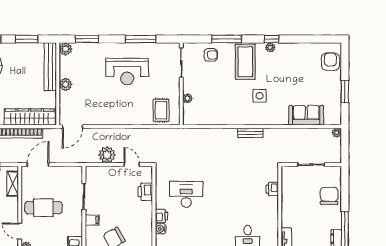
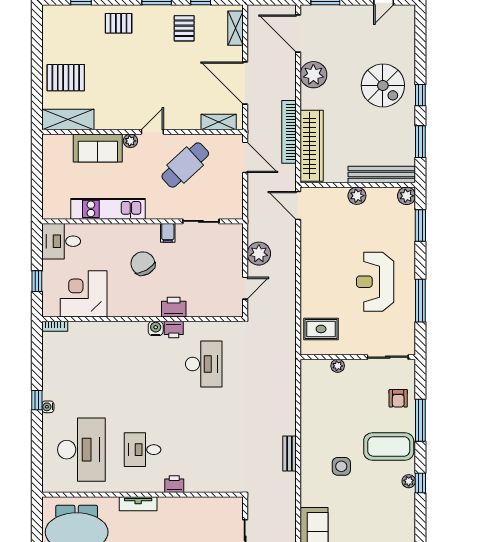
printer: (272, 189) -> (174, 484), moved
printer: (145, 192) -> (174, 307), moved
cafe table: (43, 208) -> (185, 165), turned 47

